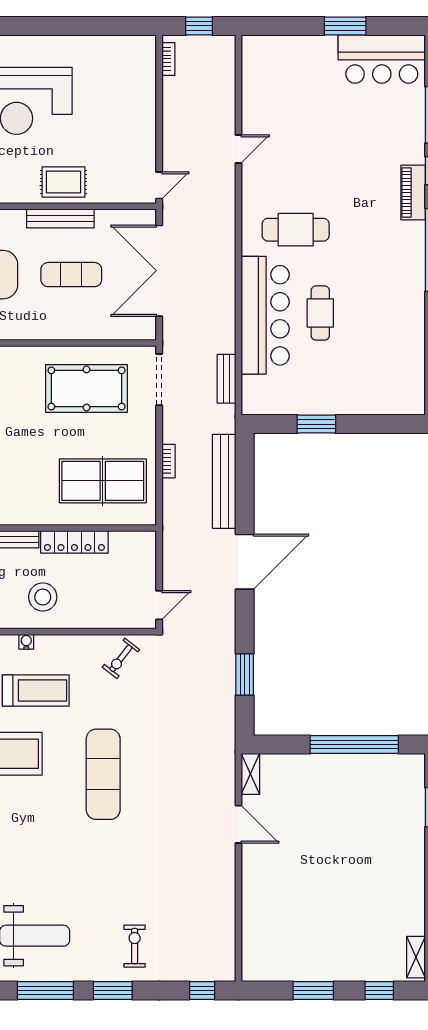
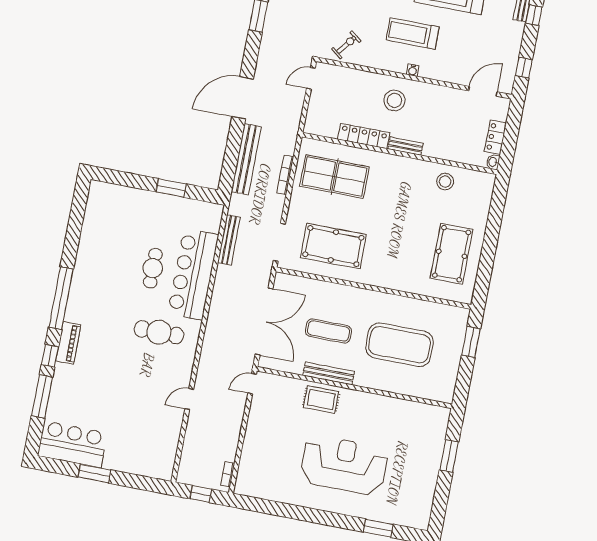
bench: (227, 379) -> (229, 240), width x1.36
bookcase: (168, 461) -> (285, 175), width x1.56

